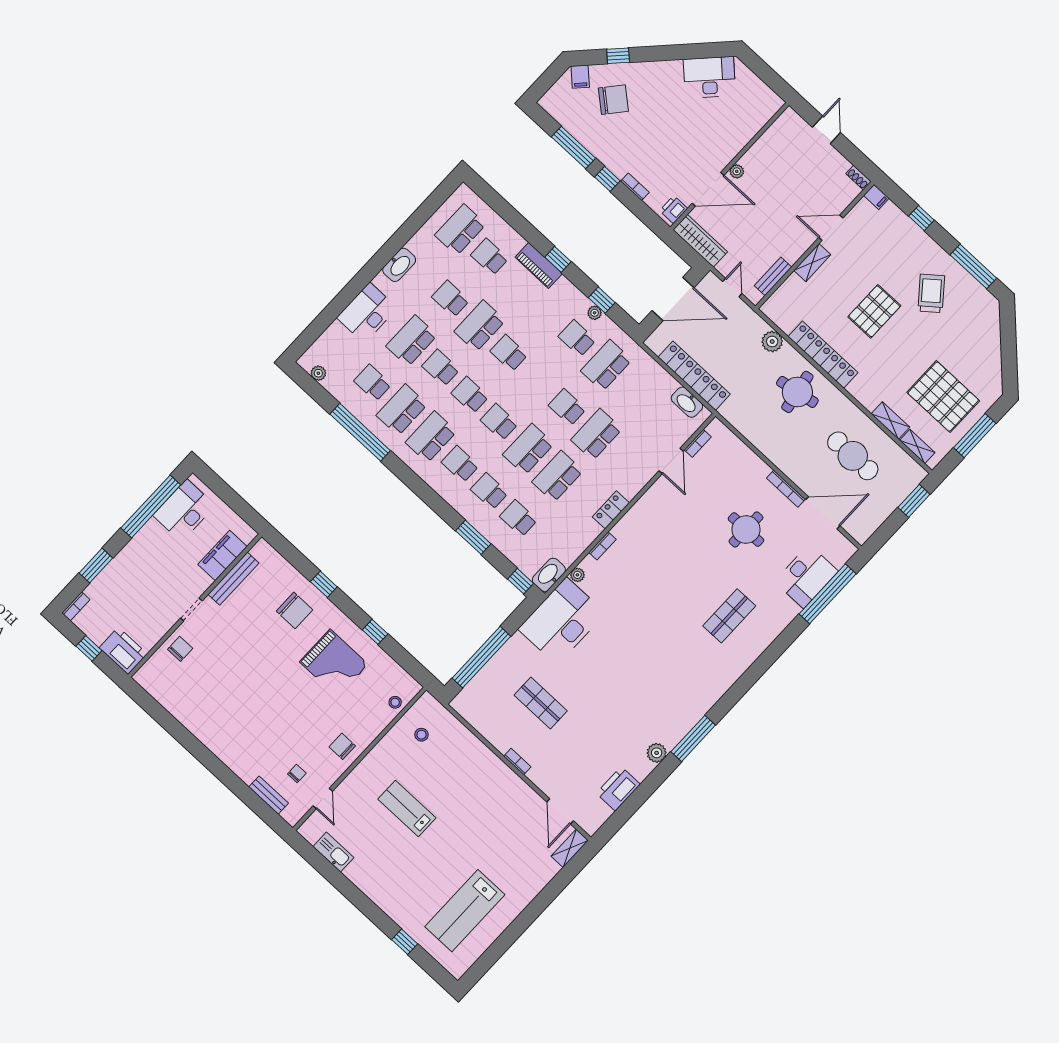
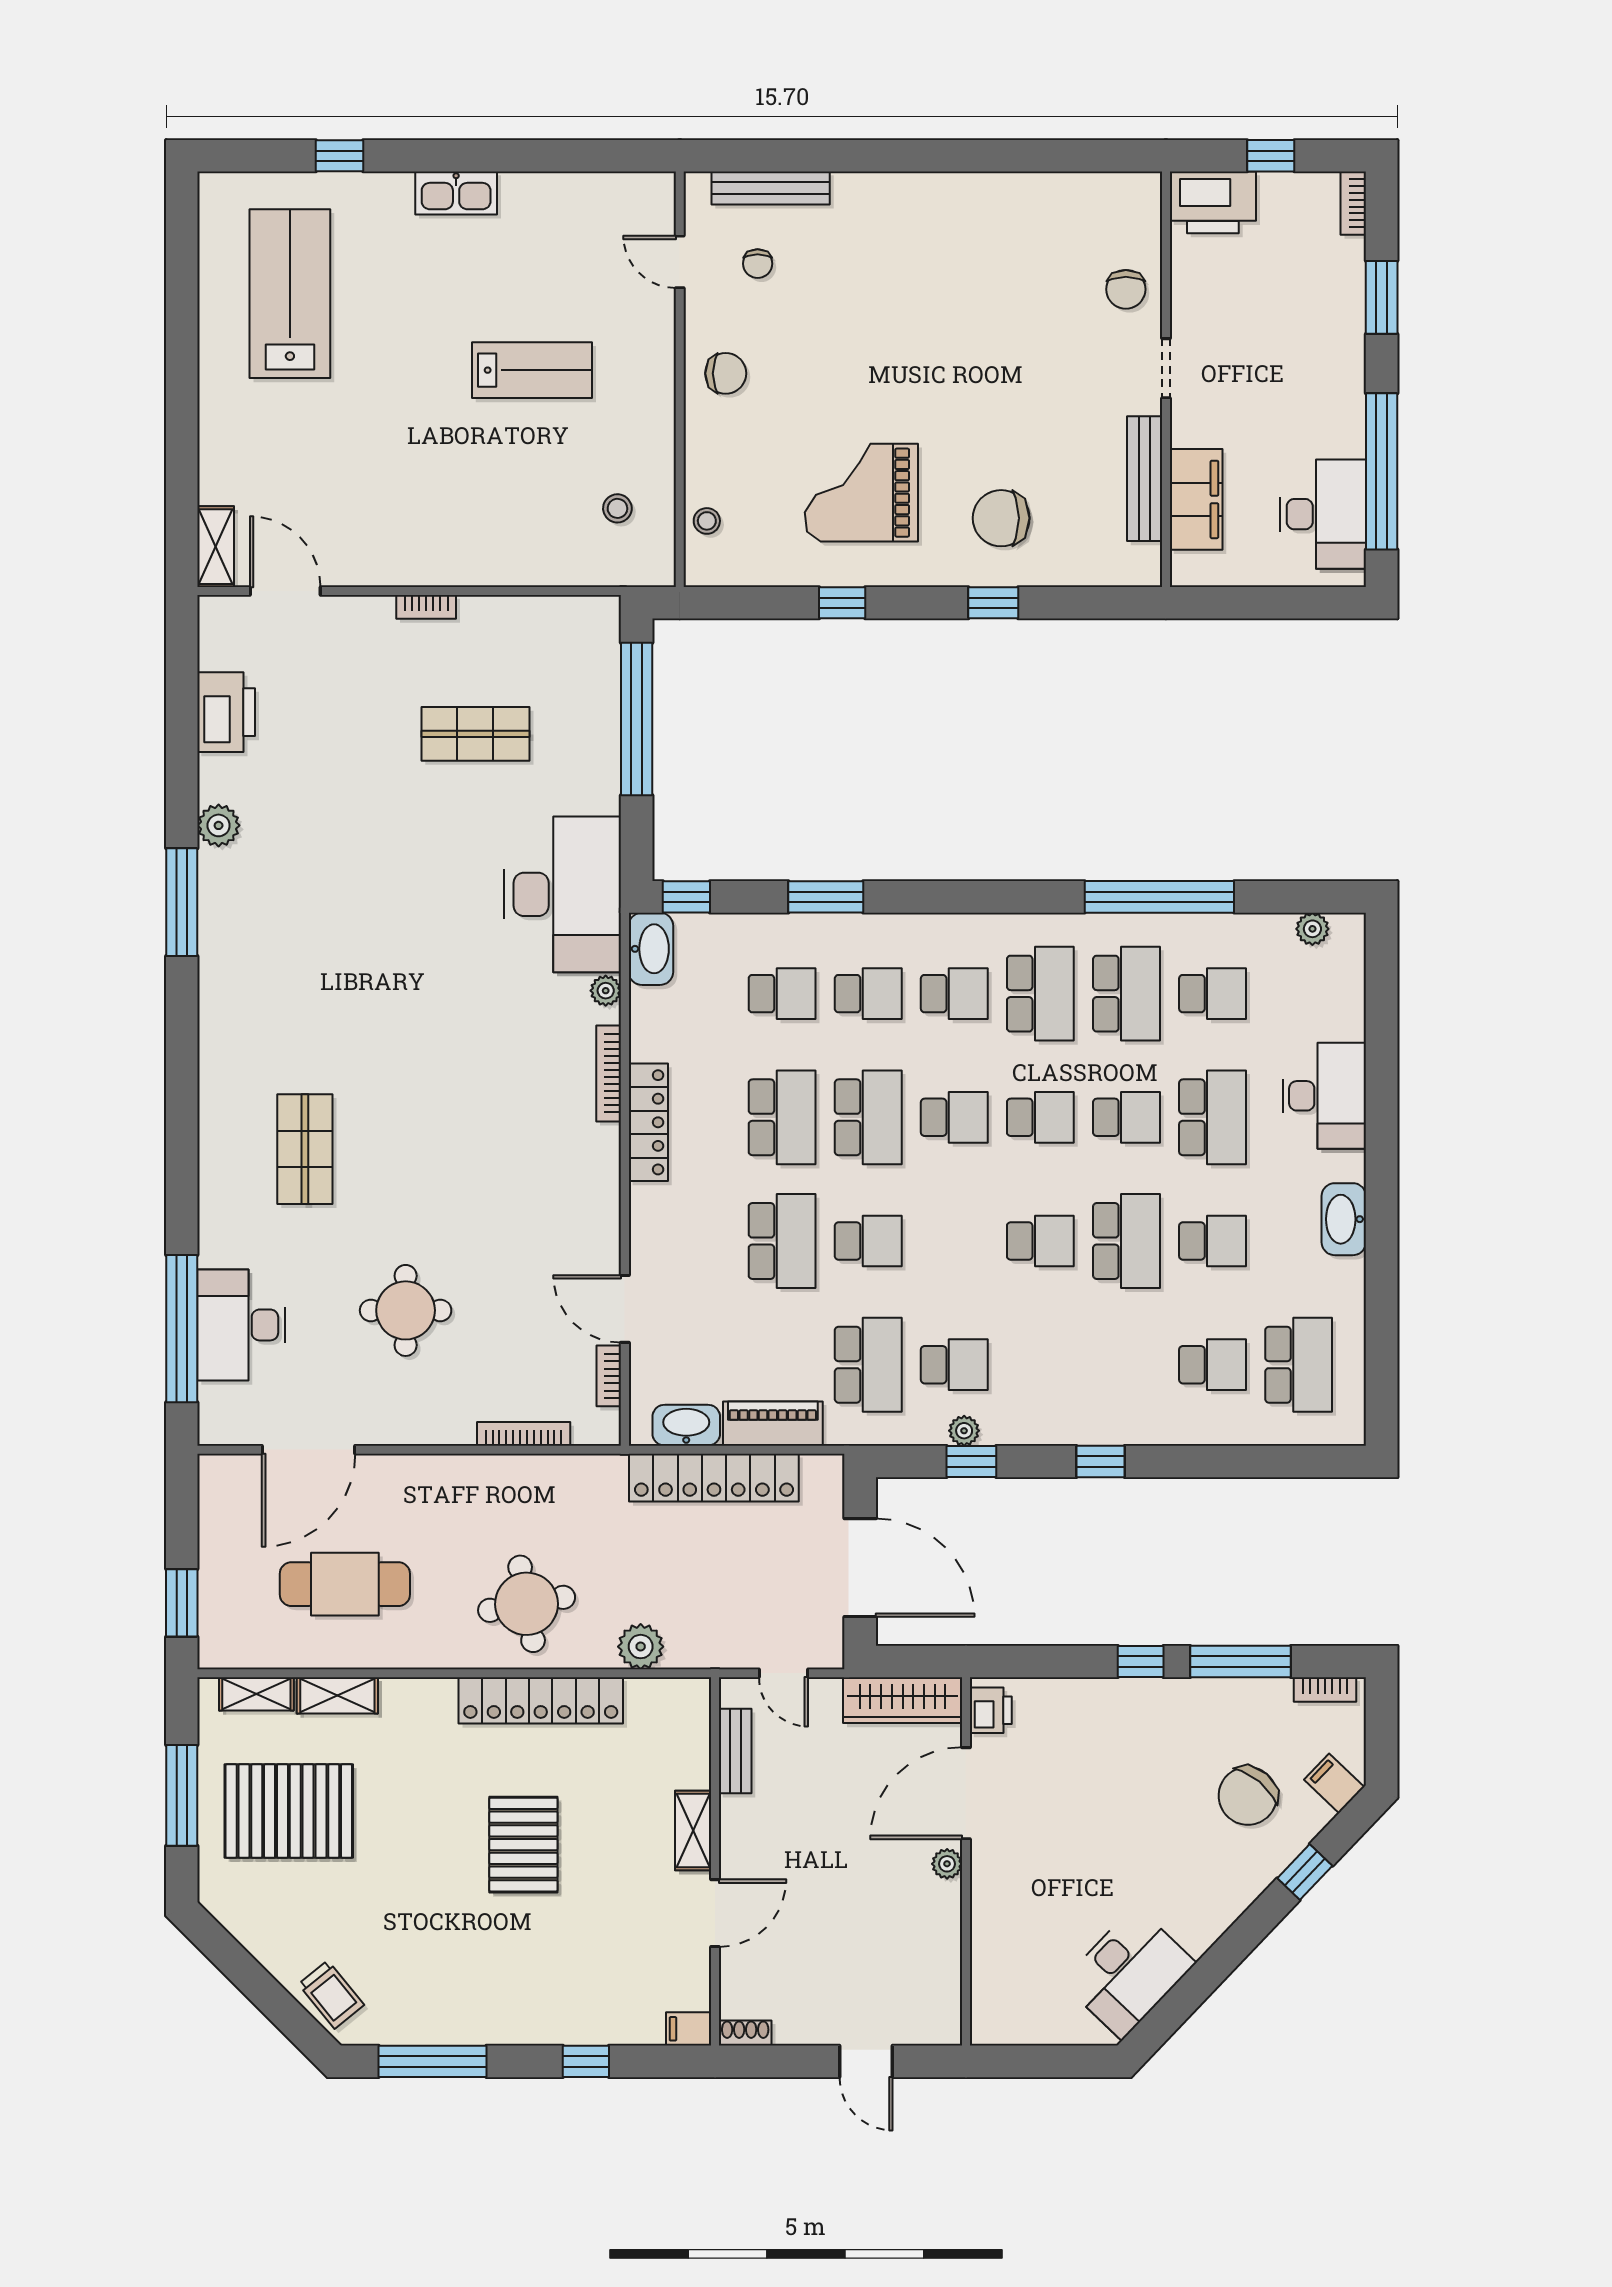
bookcase: (635, 187) -> (1325, 1690), moved
piano: (539, 265) -> (773, 1424), moved
trolley: (931, 293) -> (331, 1995), moved, width x0.73, depth x0.72
door: (673, 299) -> (860, 1568), swing flipped
bookcase: (786, 489) -> (524, 1434), moved
locker: (611, 510) -> (648, 1122), width x1.53
bookcase: (602, 546) -> (609, 1073), width x1.56
bench: (269, 795) -> (771, 188), width x1.36
kitchen sink: (333, 852) -> (456, 193), moved

